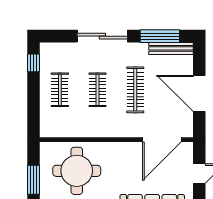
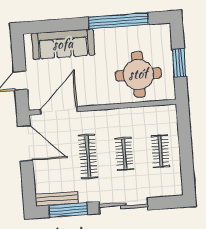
window: (34, 63) -> (188, 175), removed
door: (199, 93) -> (25, 143), moved

